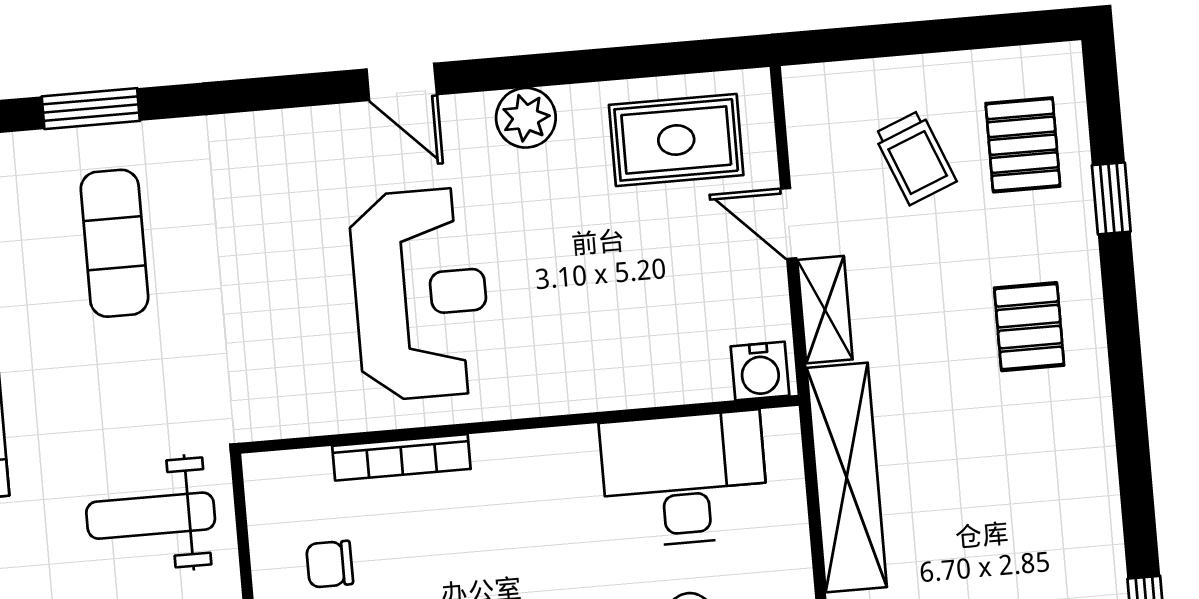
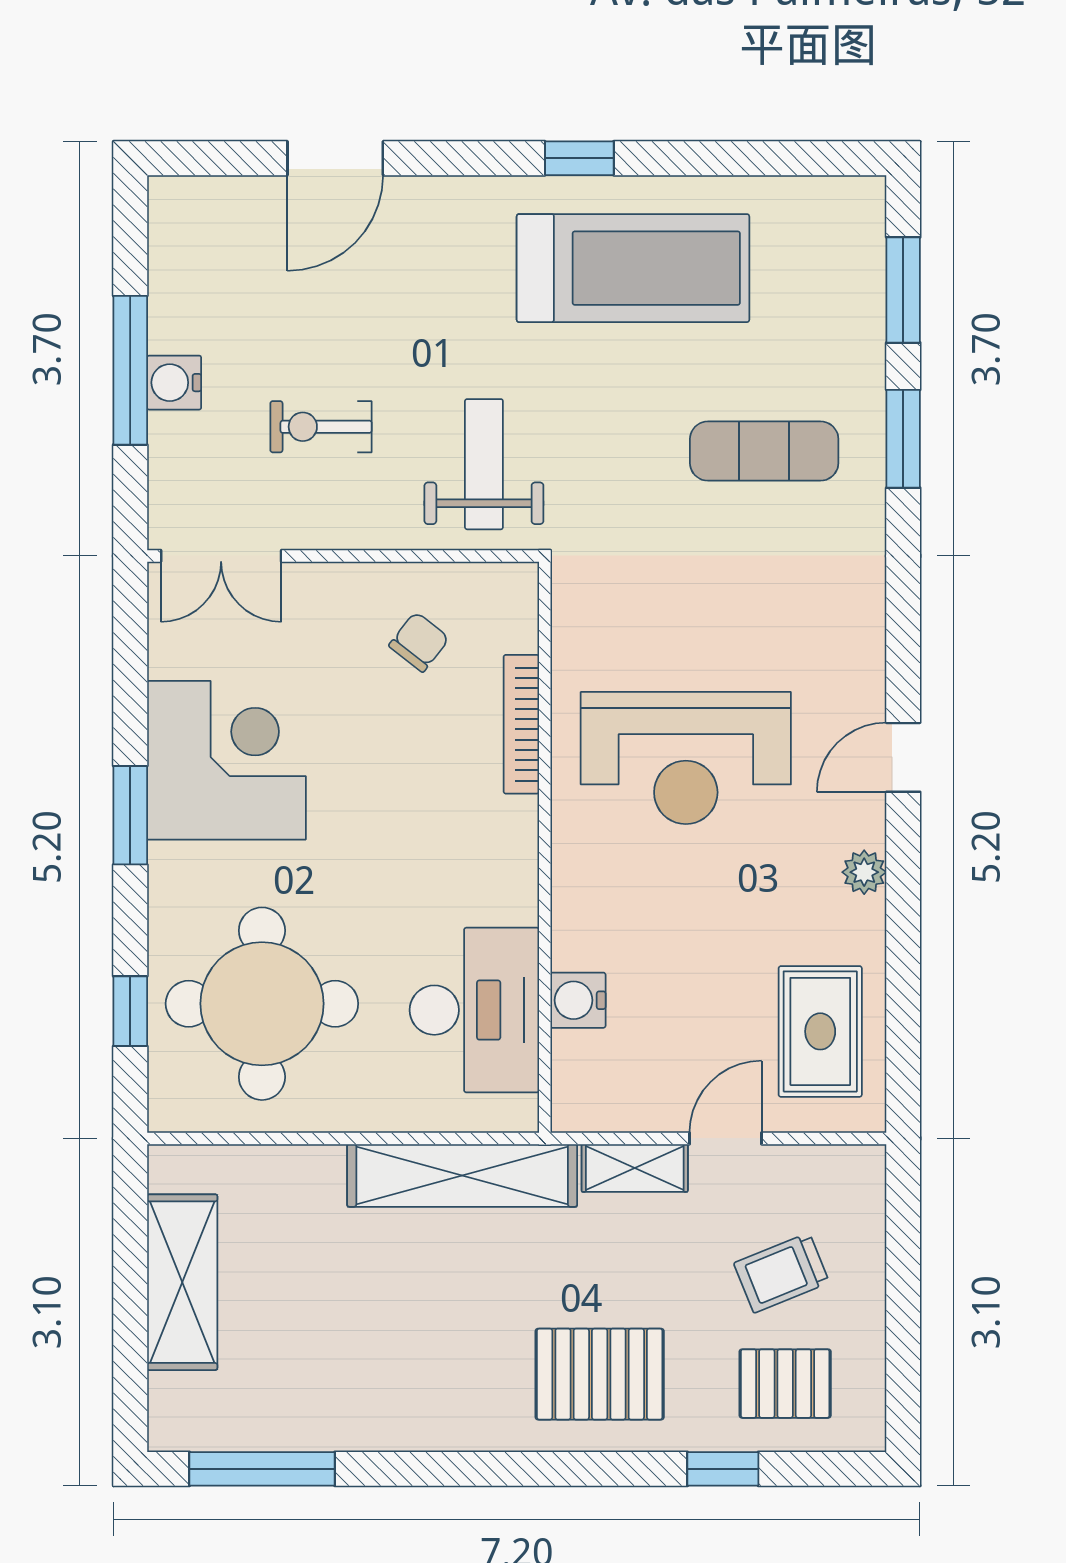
plant: (526, 118) -> (864, 872), width x0.73, depth x0.73
pallet: (1029, 327) -> (600, 1374), width x1.50, depth x1.42
water cooler: (760, 371) -> (578, 1000), moved
chair: (330, 564) -> (419, 642), turned 38

